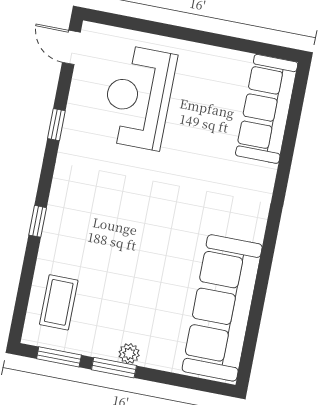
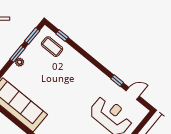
door: (71, 47) -> (133, 94), moved
window: (38, 221) -> (62, 35), moved

